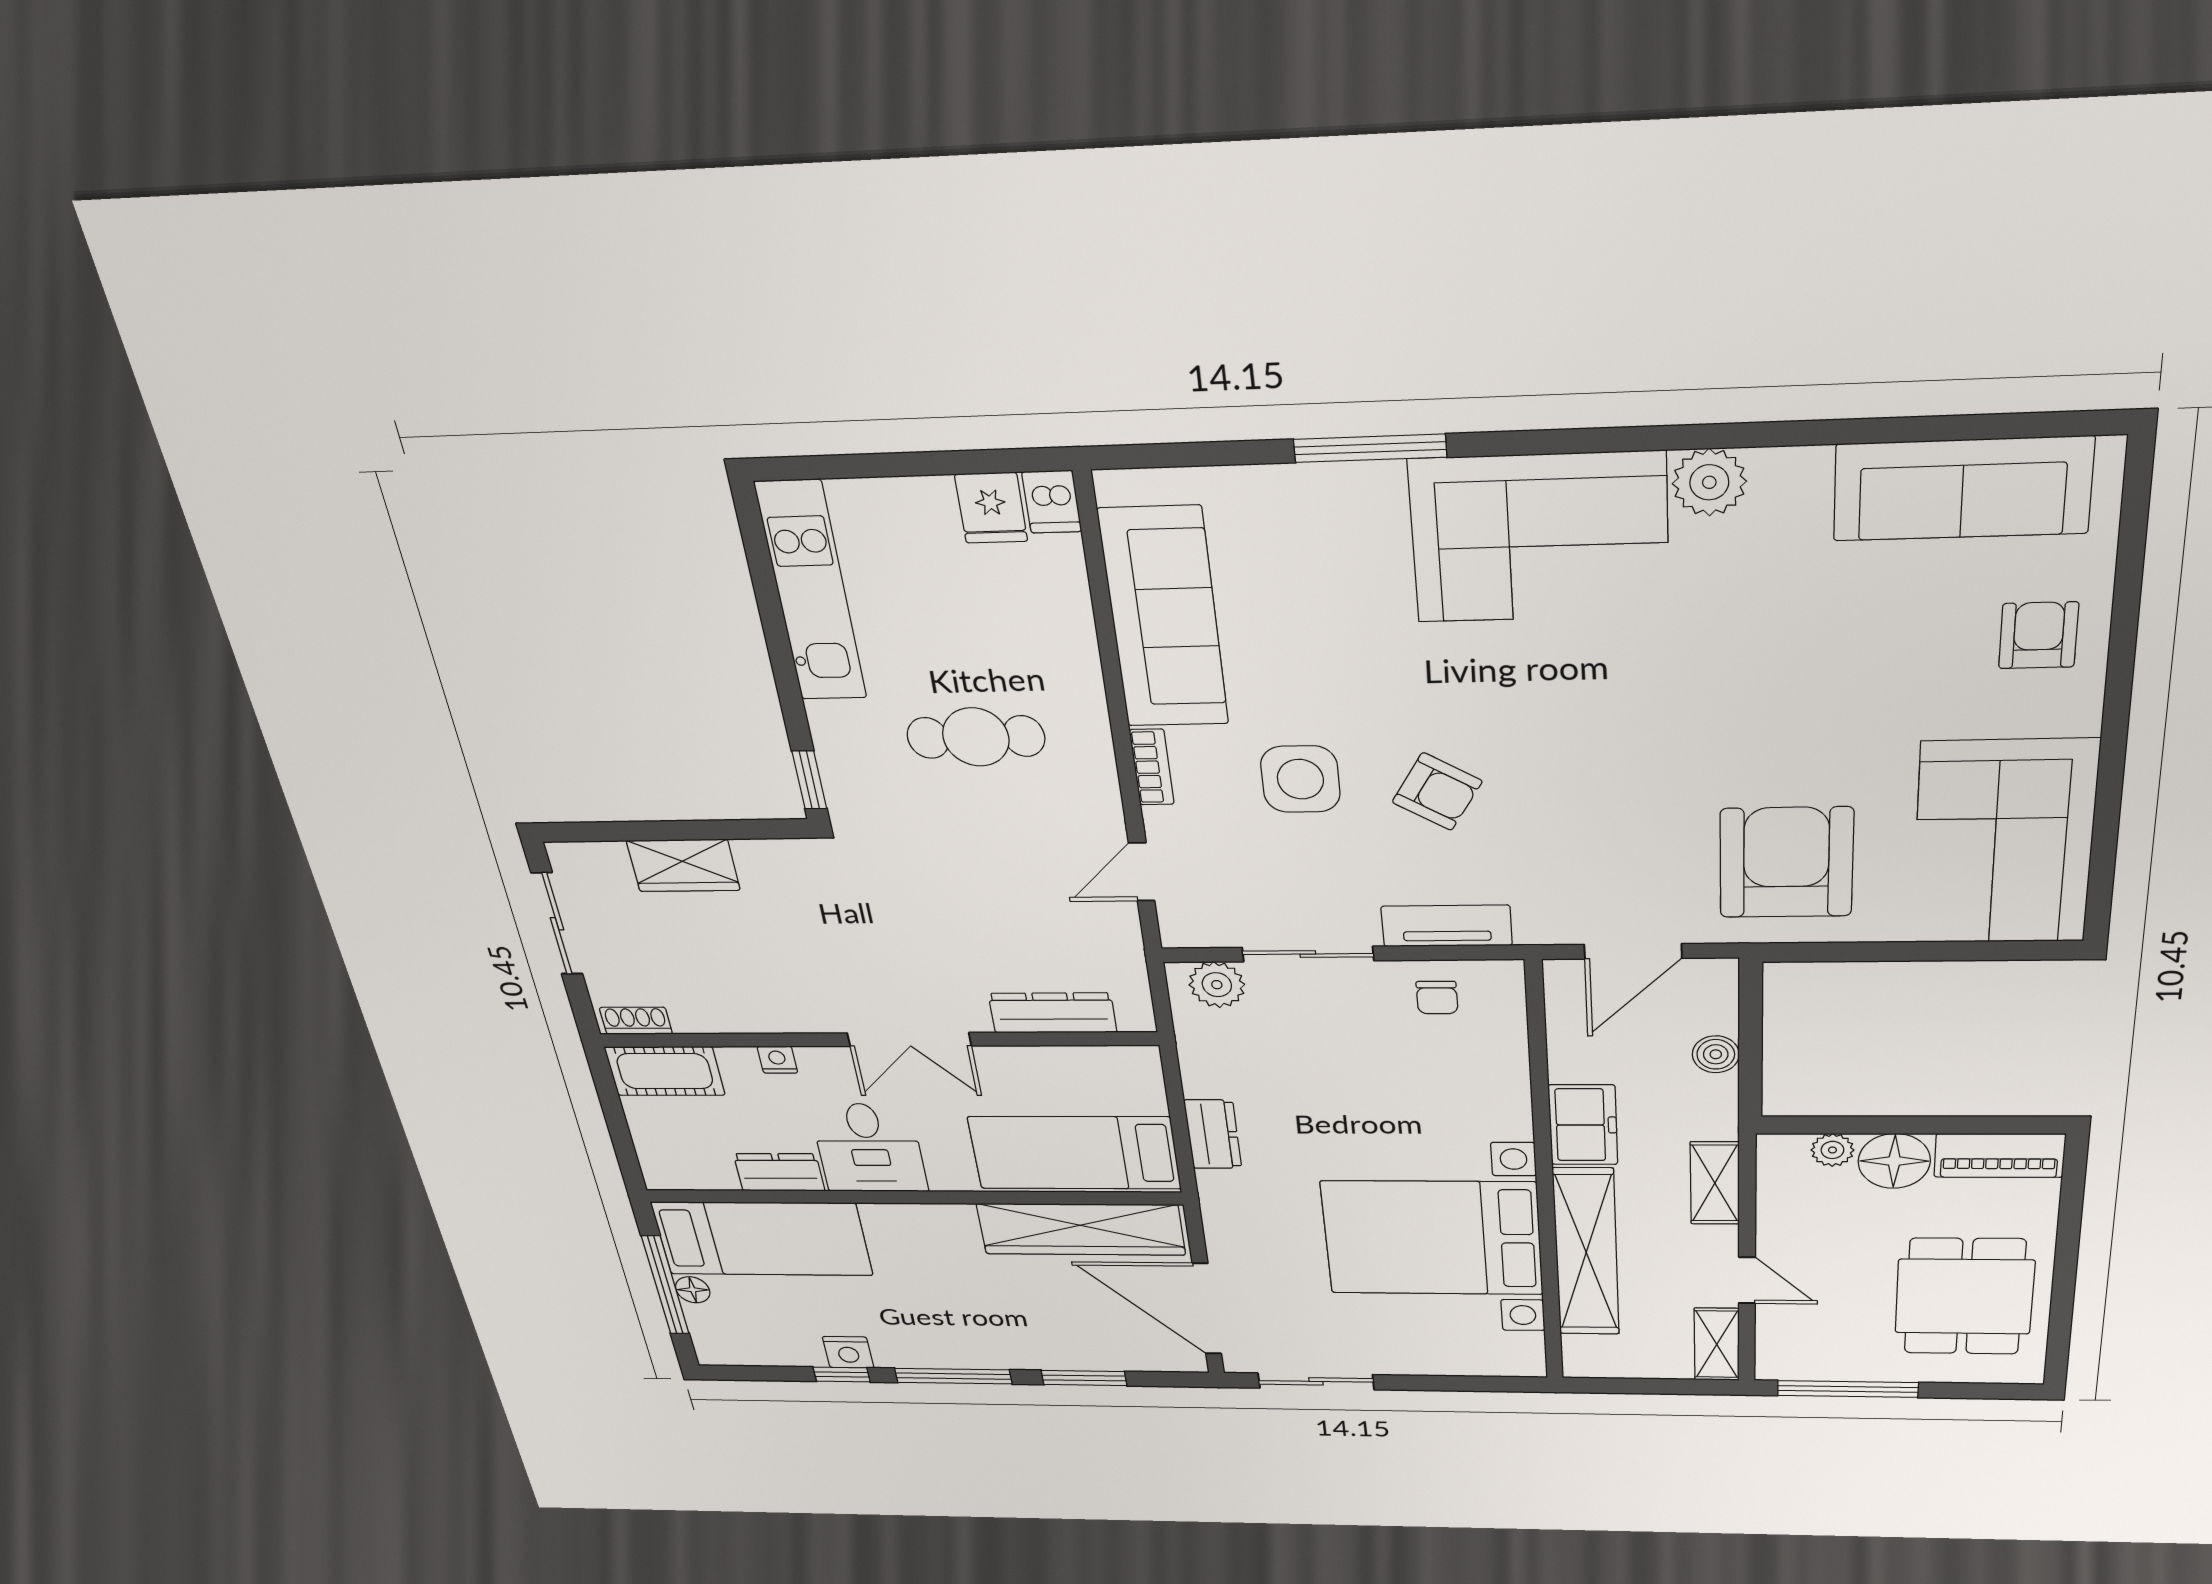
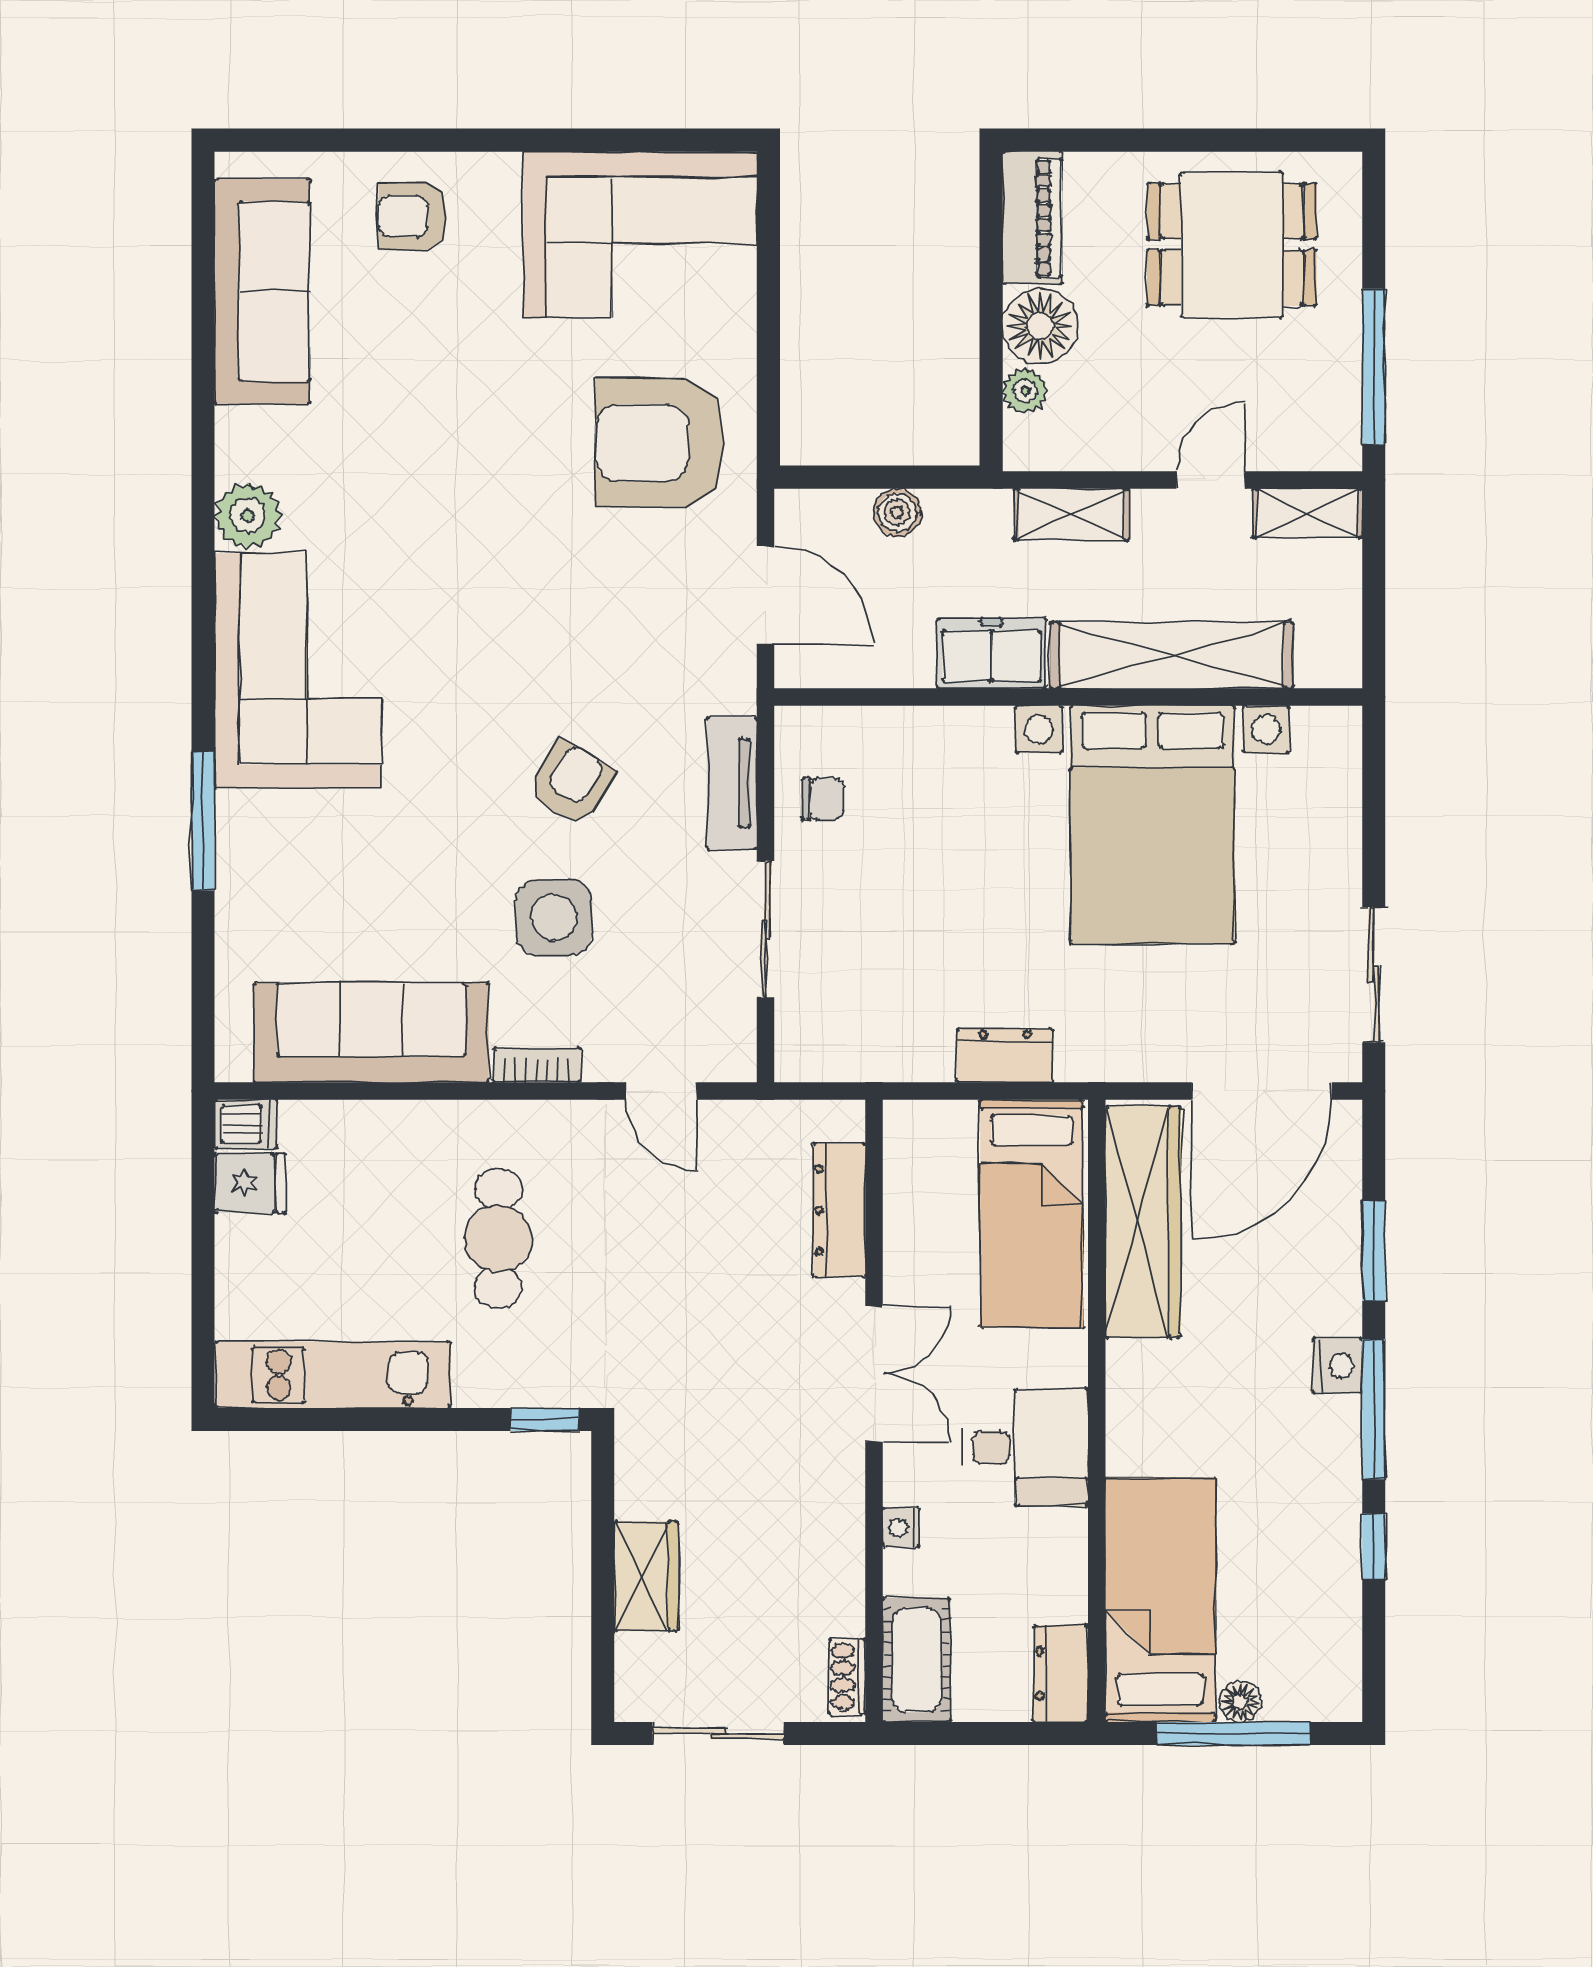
plant: (1217, 985) -> (804, 1029), removed
dresser: (779, 1172) -> (1061, 1674), moved
nightstand: (848, 1352) -> (1337, 1366), moved

